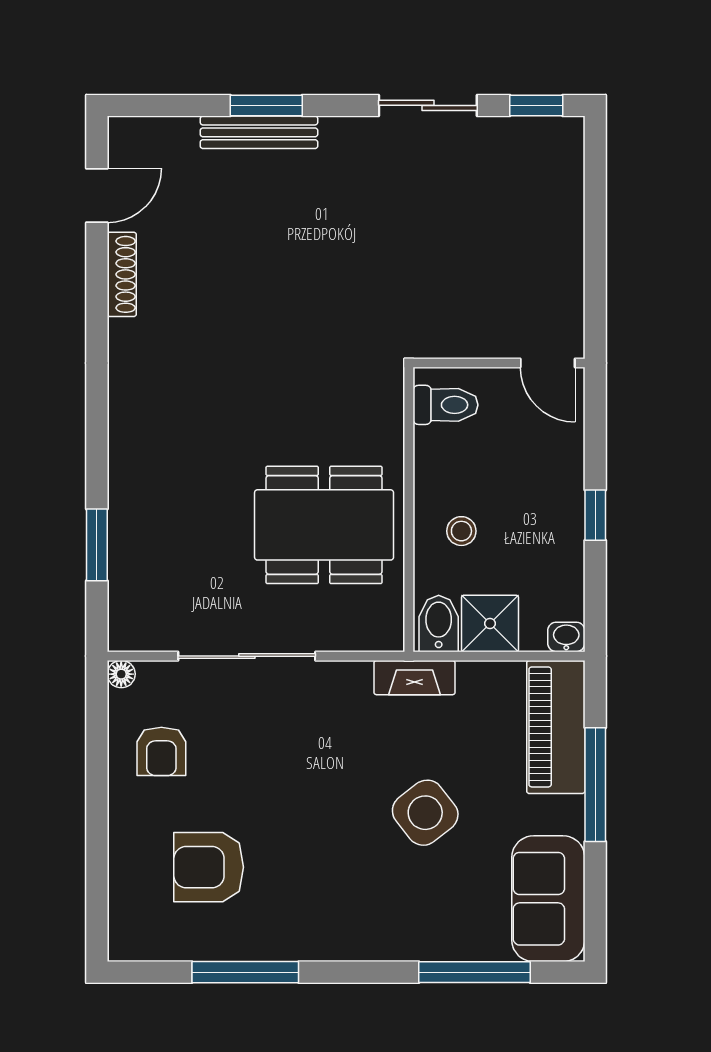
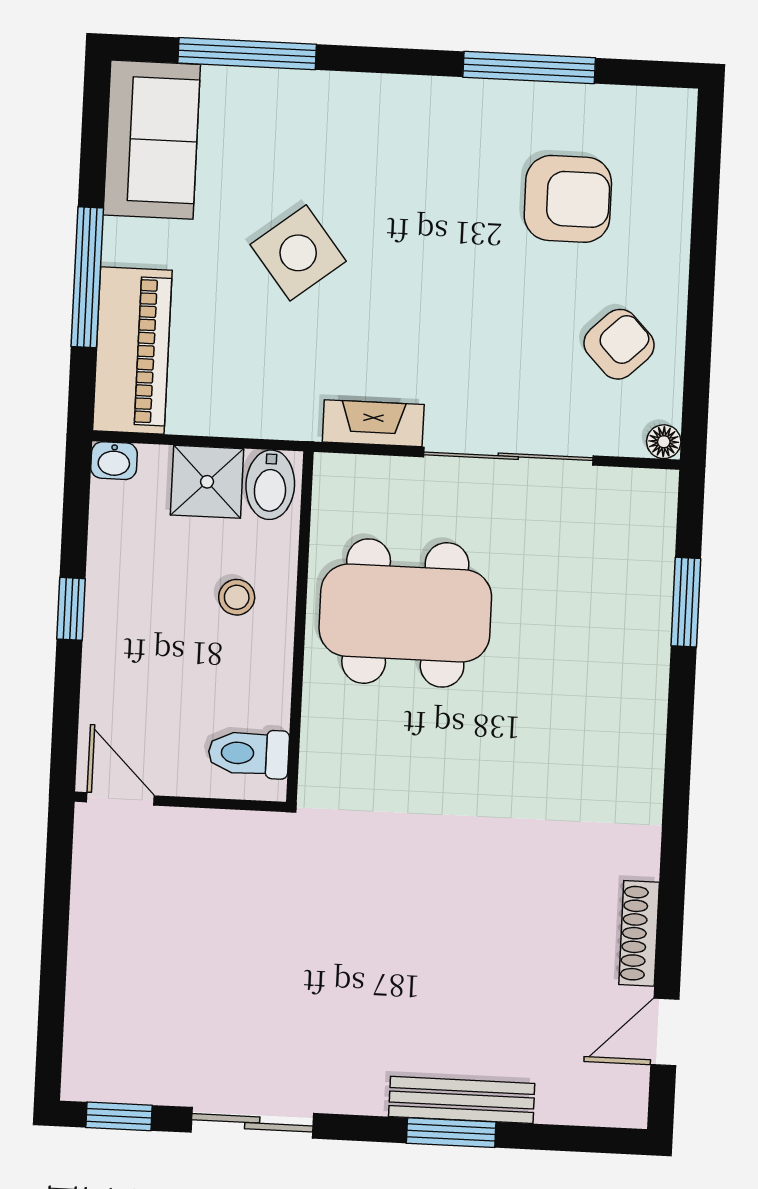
fireplace: (415, 678) -> (373, 423), moved
armchair: (161, 751) -> (619, 344), turned 46

